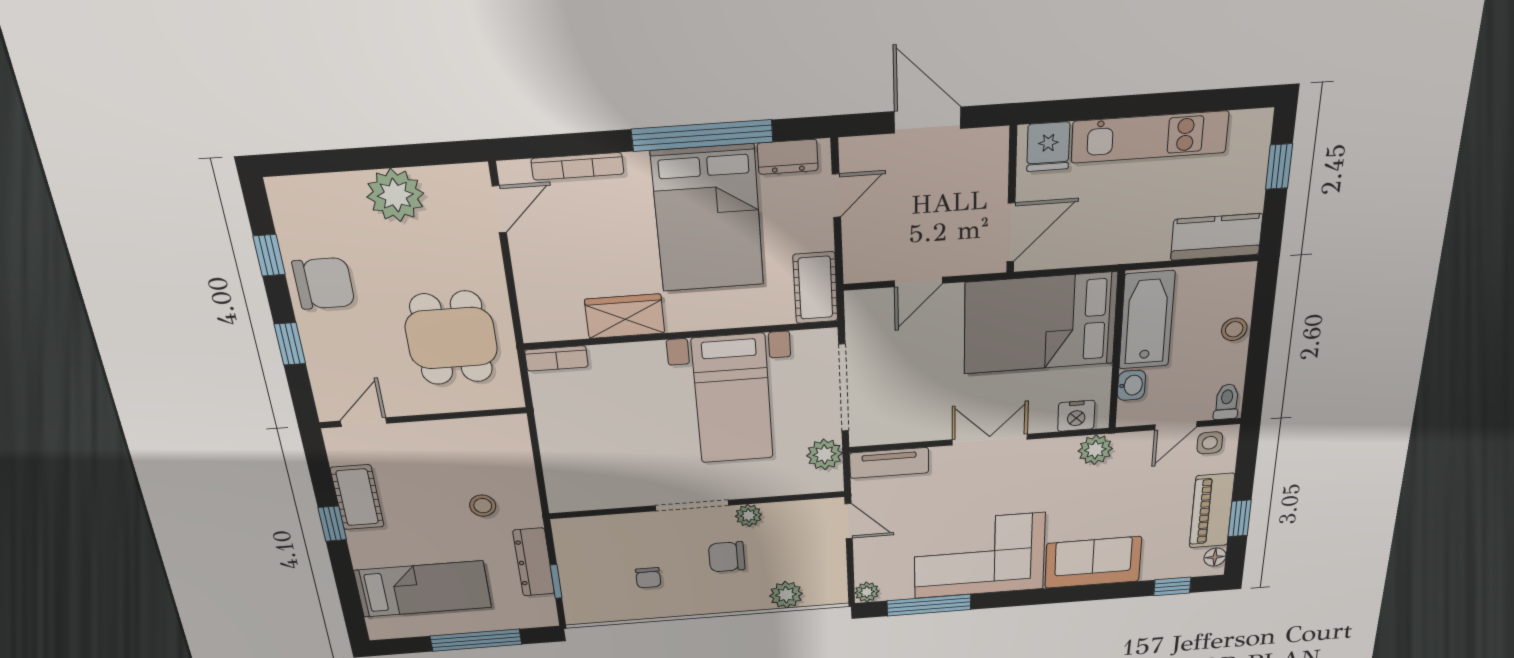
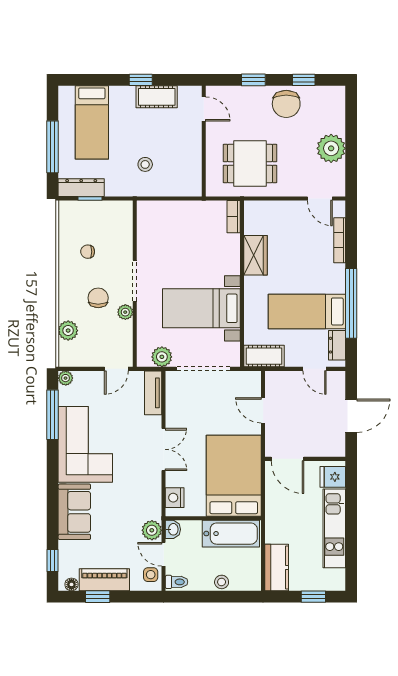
bed: (708, 219) -> (307, 311), width x0.67
washbasin: (1131, 385) -> (173, 529), moved, turned -90
plant: (1095, 450) -> (152, 530), moved
dresser: (534, 562) -> (81, 188), moved

